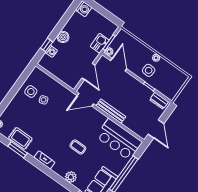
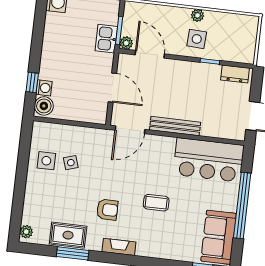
boiler: (63, 37) -> (44, 106), moved
armchair: (49, 136) -> (107, 210), added
plant: (71, 177) -> (170, 251), removed

